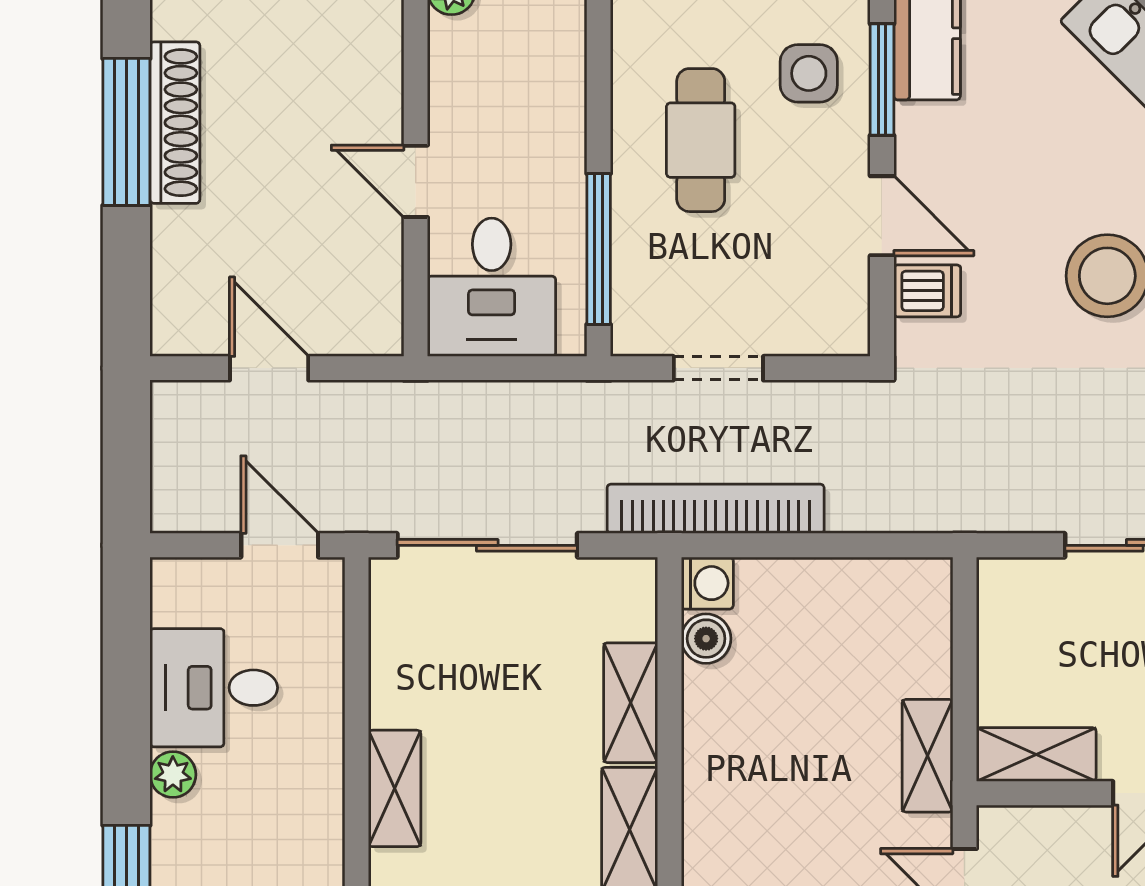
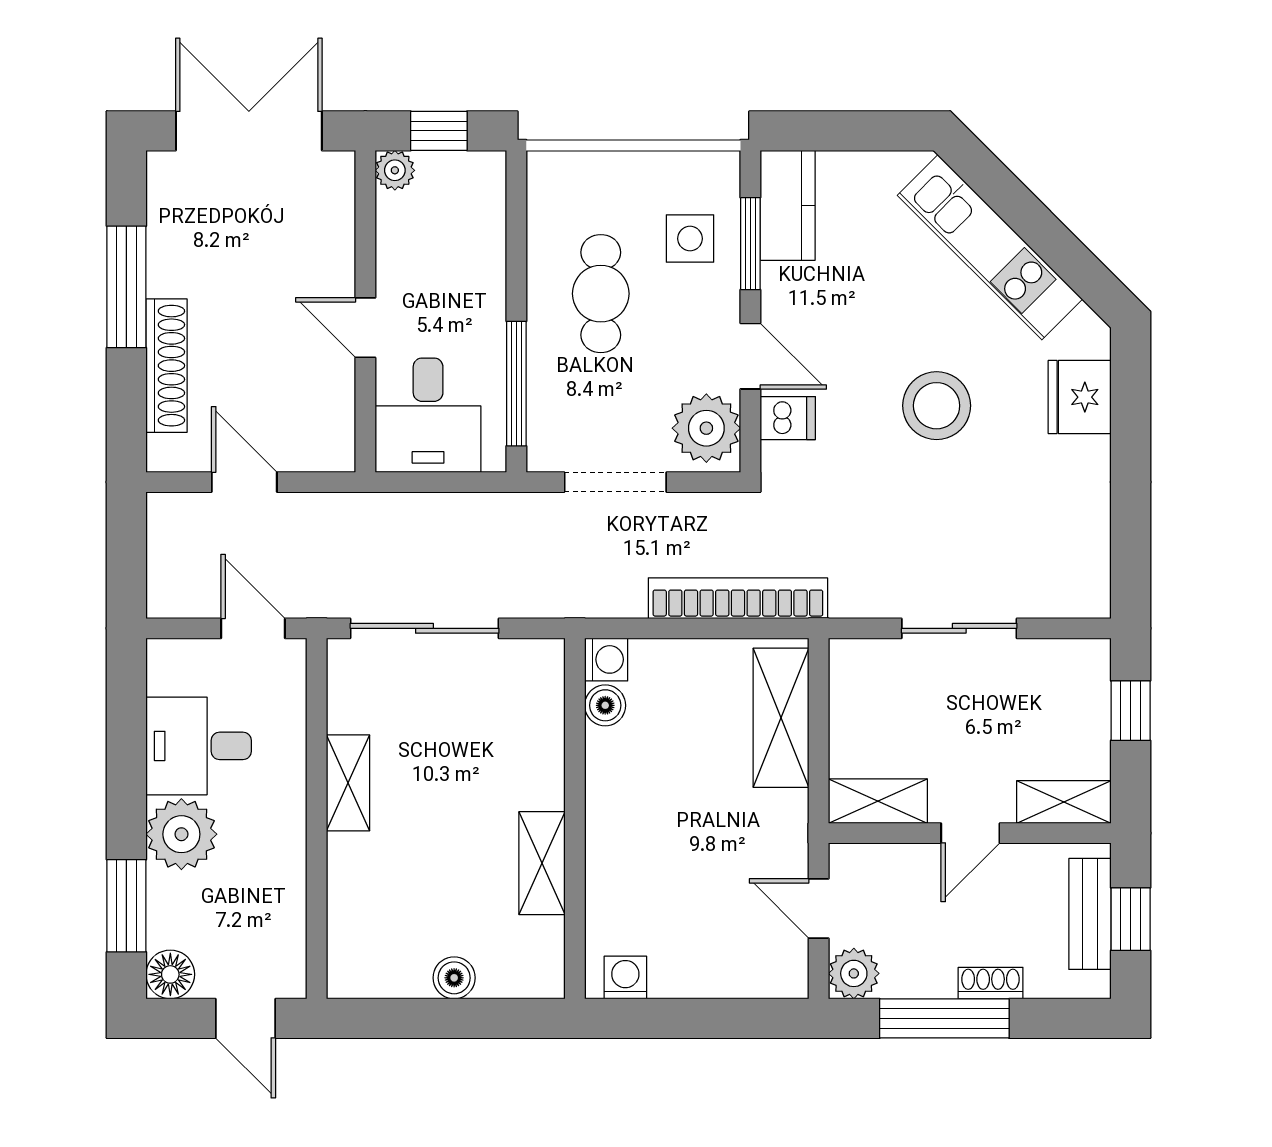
shoe rack: (175, 123) -> (167, 366), moved
plant: (829, 303) -> (706, 428), added
doorway: (718, 368) -> (615, 482), width x1.38
bookcase: (716, 509) -> (738, 598), moved
shelving: (631, 703) -> (543, 758), removed
shelving: (927, 756) -> (781, 718), moved, width x1.50, depth x1.33
plant: (173, 775) -> (181, 834), width x1.88, depth x1.88
shelving: (395, 788) -> (348, 783), moved

